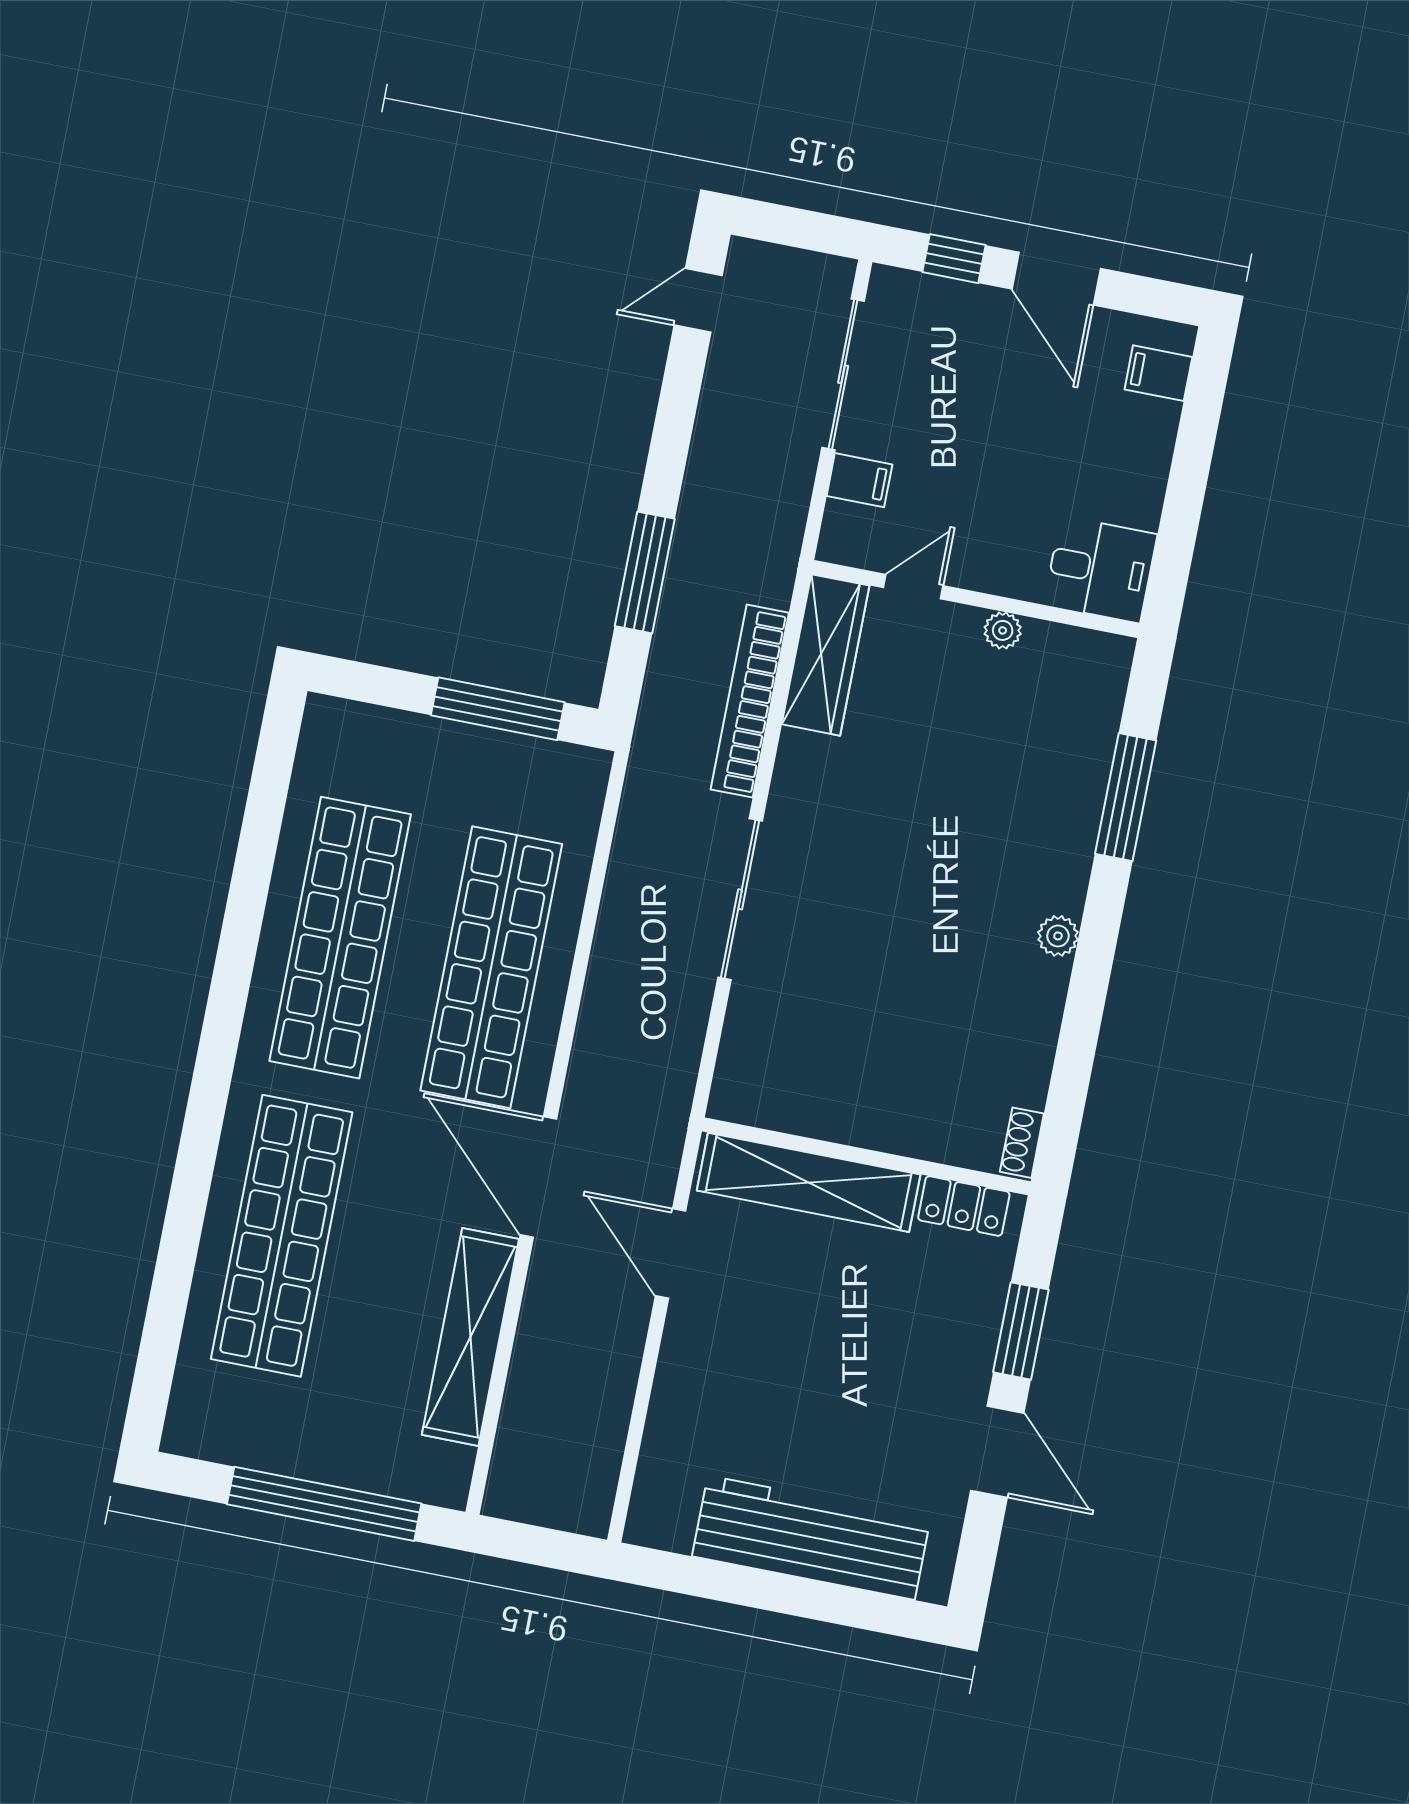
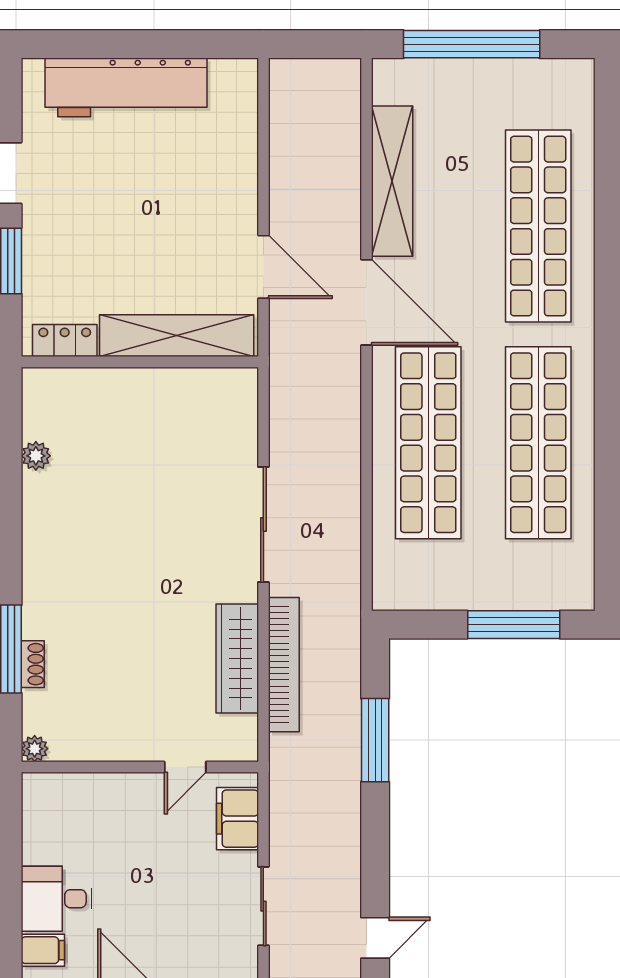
sliding door: (843, 374) -> (263, 906), width x0.73
filing cabinet: (859, 480) -> (237, 819), width x2.00
desk: (1100, 569) -> (56, 899), moved
plant: (1003, 630) -> (35, 749), moved
wardrobe: (826, 655) -> (237, 659), moved
window: (498, 709) -> (514, 625), moved
plant: (1058, 936) -> (36, 456), moved
shoe rack: (1022, 1143) -> (33, 664), moved

